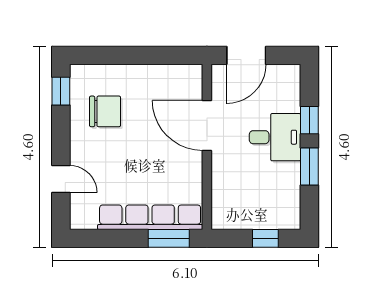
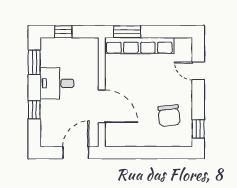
chair: (105, 111) -> (169, 116), turned -97
desk: (275, 137) -> (57, 83), moved
window: (309, 166) -> (34, 62), moved

